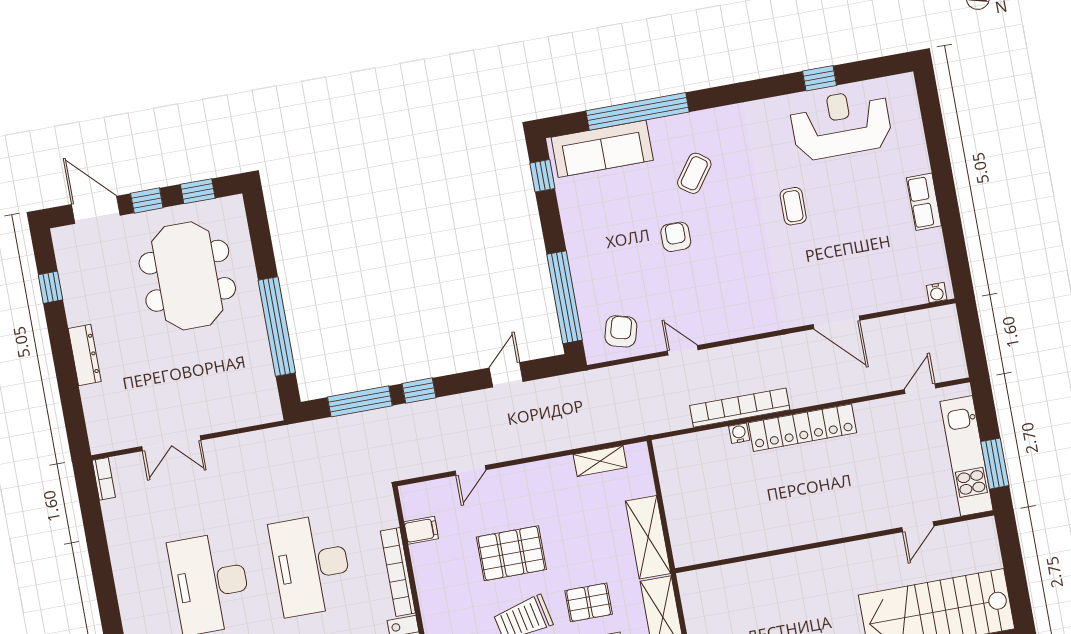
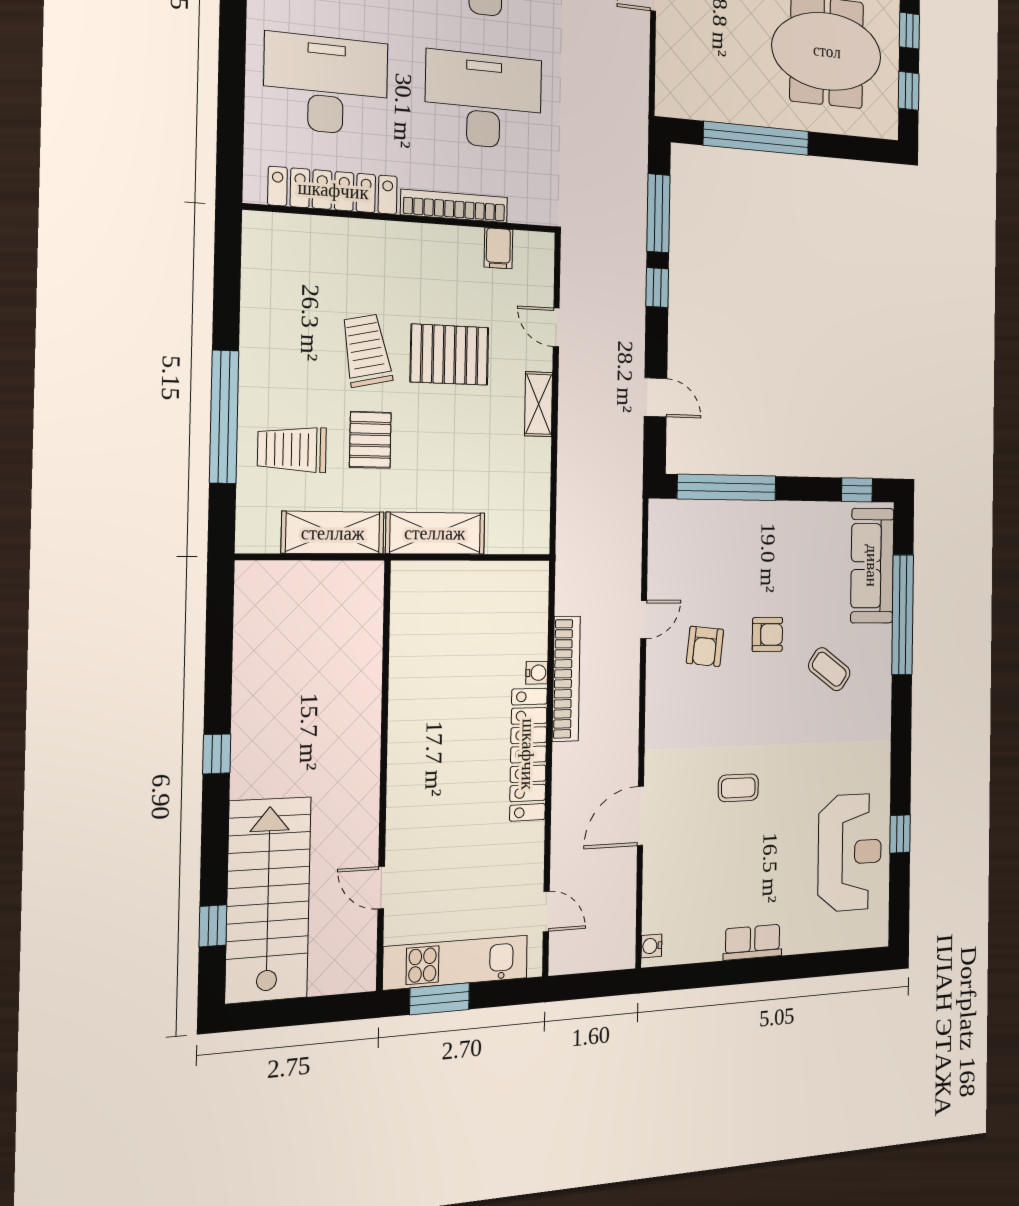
coffee table: (793, 206) -> (738, 788), moved
armchair: (621, 331) -> (705, 646), moved, turned 81
shelving: (600, 461) -> (539, 404), moved
pallet: (511, 553) -> (449, 355), turned 90

